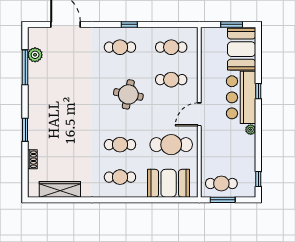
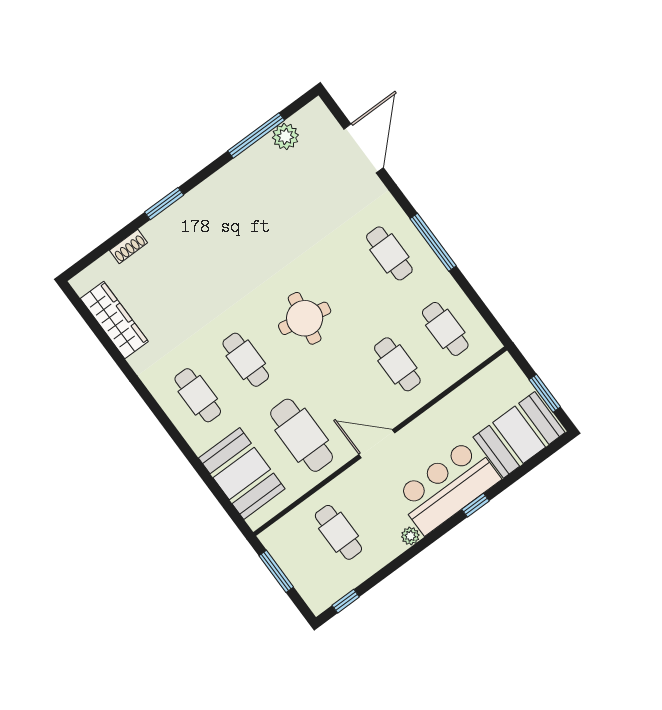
window: (129, 24) -> (433, 242), width x2.17
round table: (128, 94) -> (305, 318), moved
cafe table: (221, 183) -> (338, 532), moved

